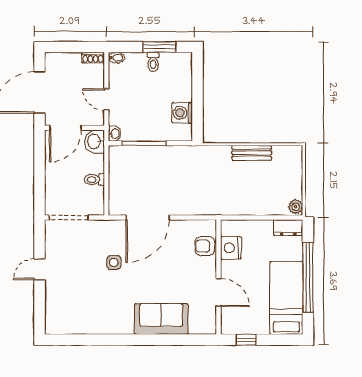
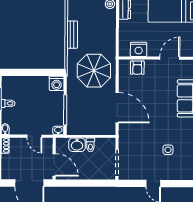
door: (106, 99) -> (34, 136), hinge flipped
washing machine: (182, 113) -> (57, 83), moved
washbasin: (94, 141) -> (77, 145), moved
parasol: (200, 184) -> (94, 71), added
side table: (114, 262) -> (168, 150), moved

